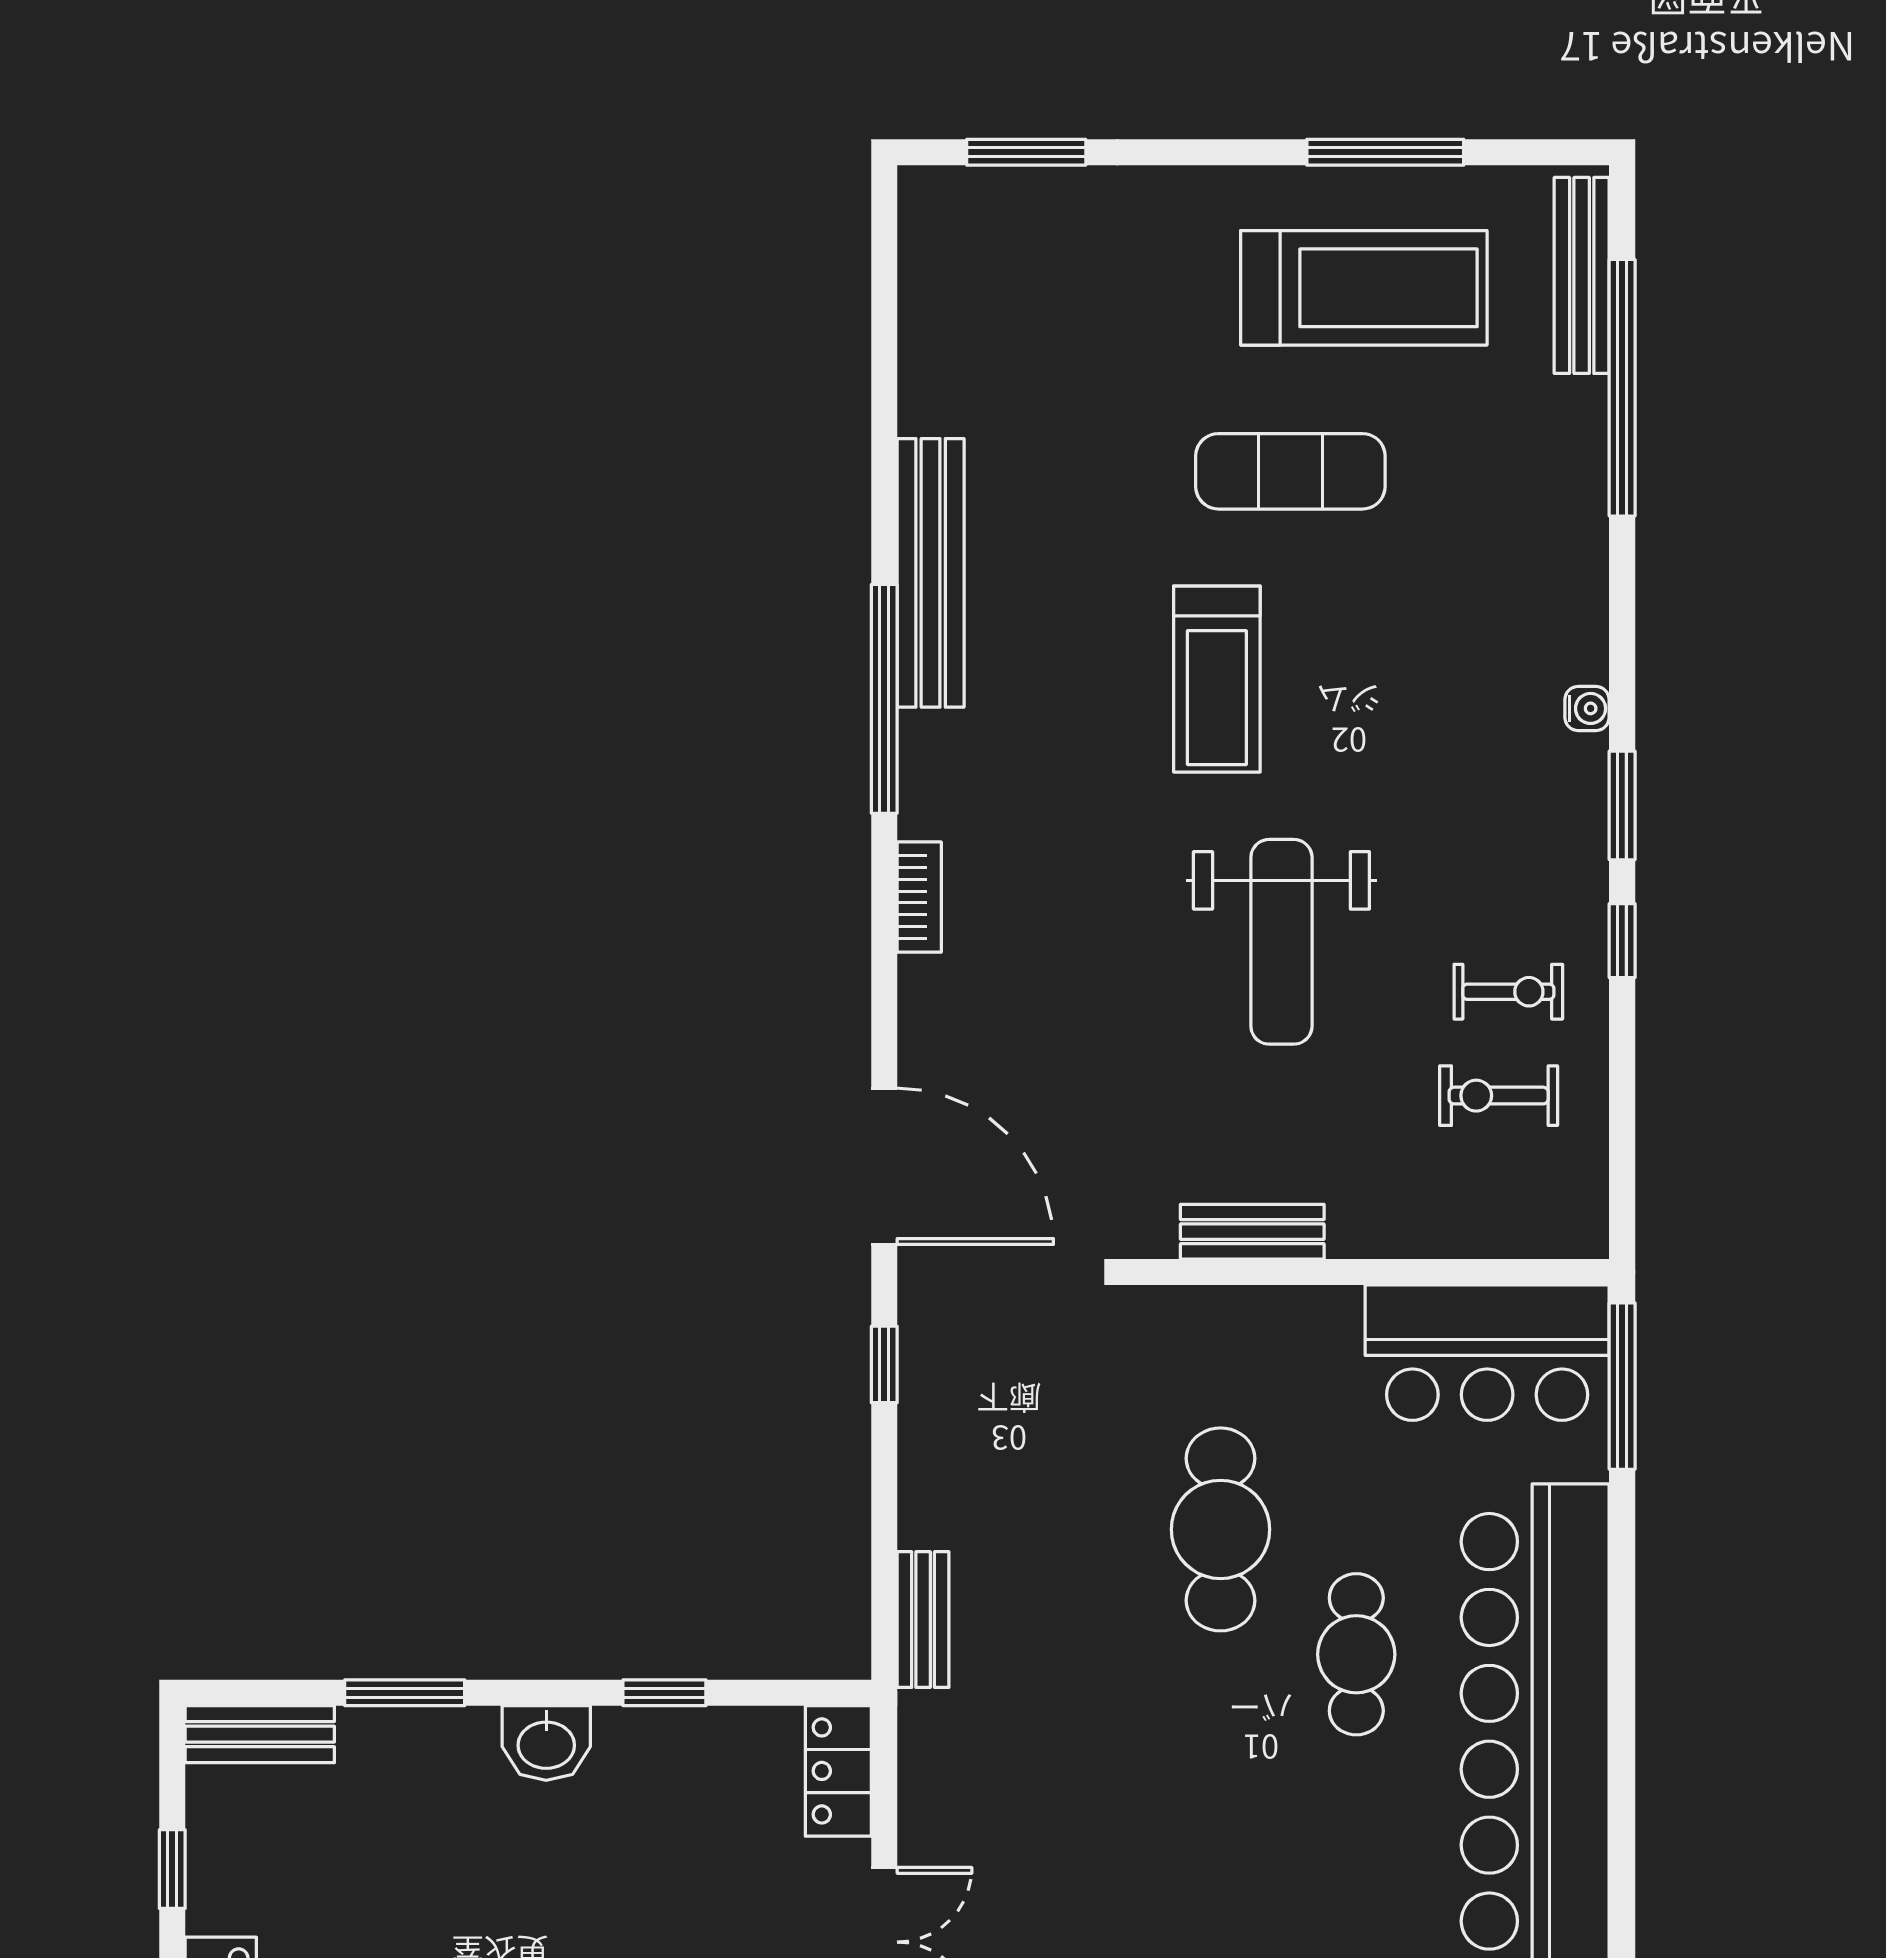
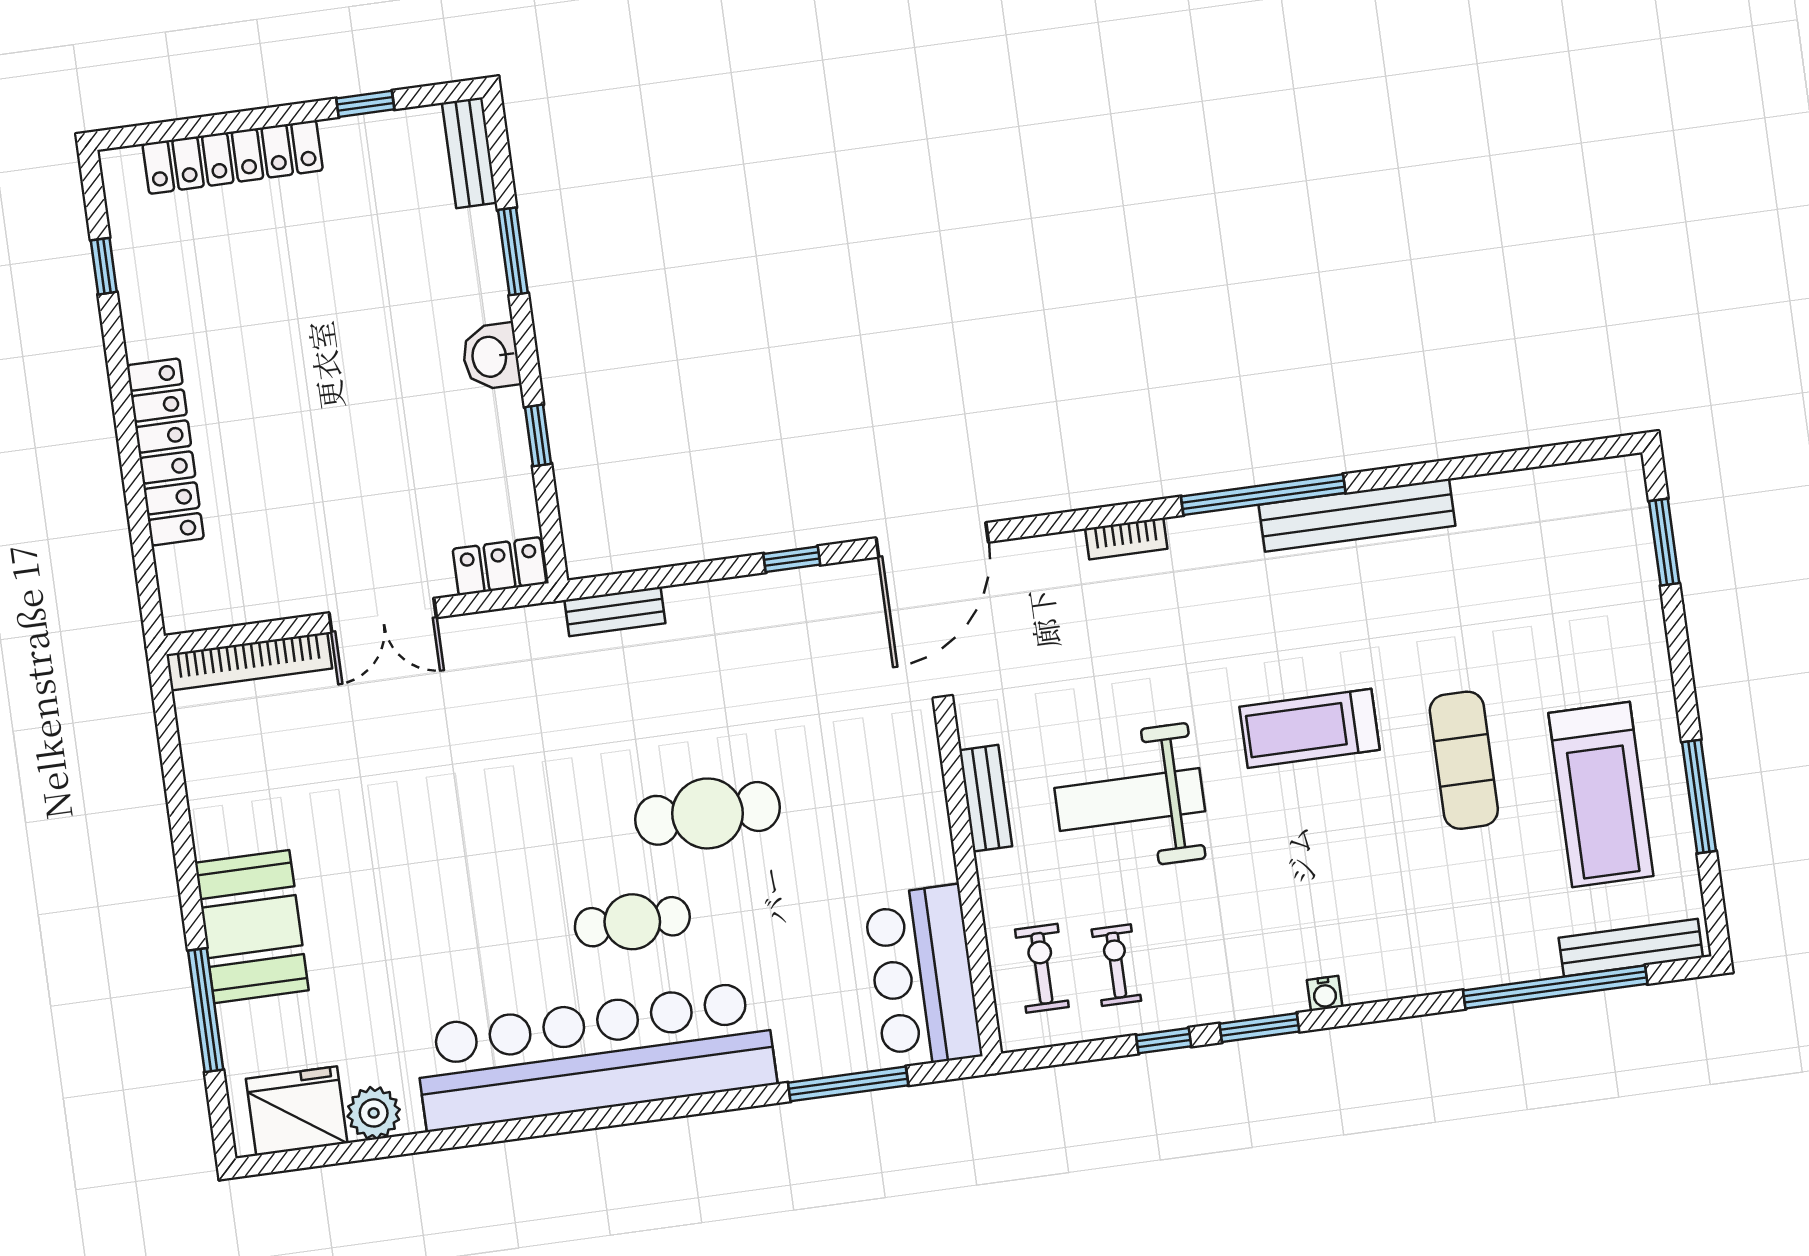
exercise bike: (1508, 992) -> (1116, 965), turned 180
bench: (1252, 1232) -> (986, 798), moved
wall: (1370, 1272) -> (969, 885), moved
bar counter: (1487, 1353) -> (923, 976), moved

